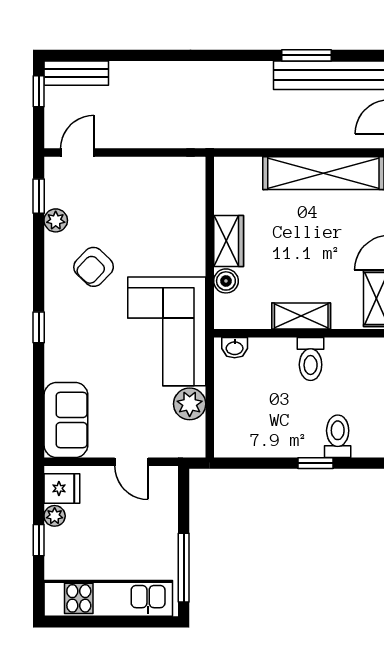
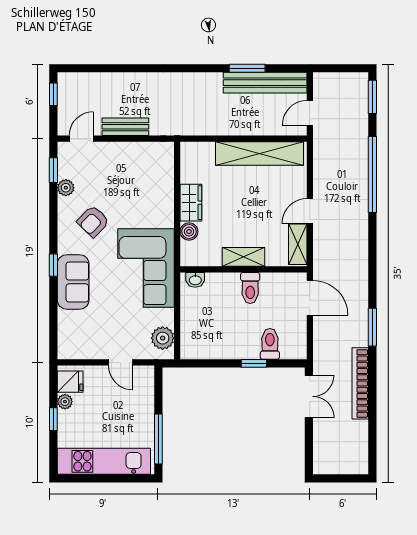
bench: (76, 73) -> (125, 127), moved
plant: (190, 404) -> (163, 338), moved
sofa: (66, 420) -> (73, 282), moved

